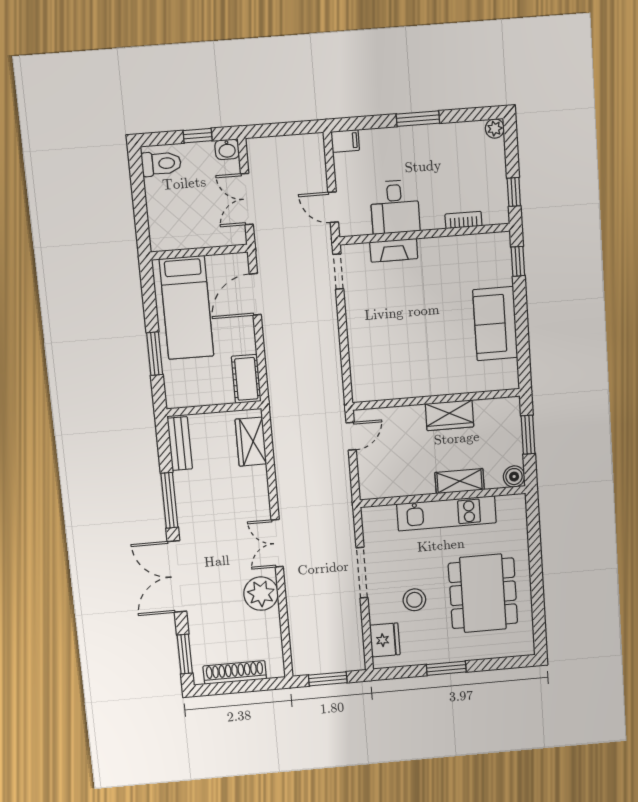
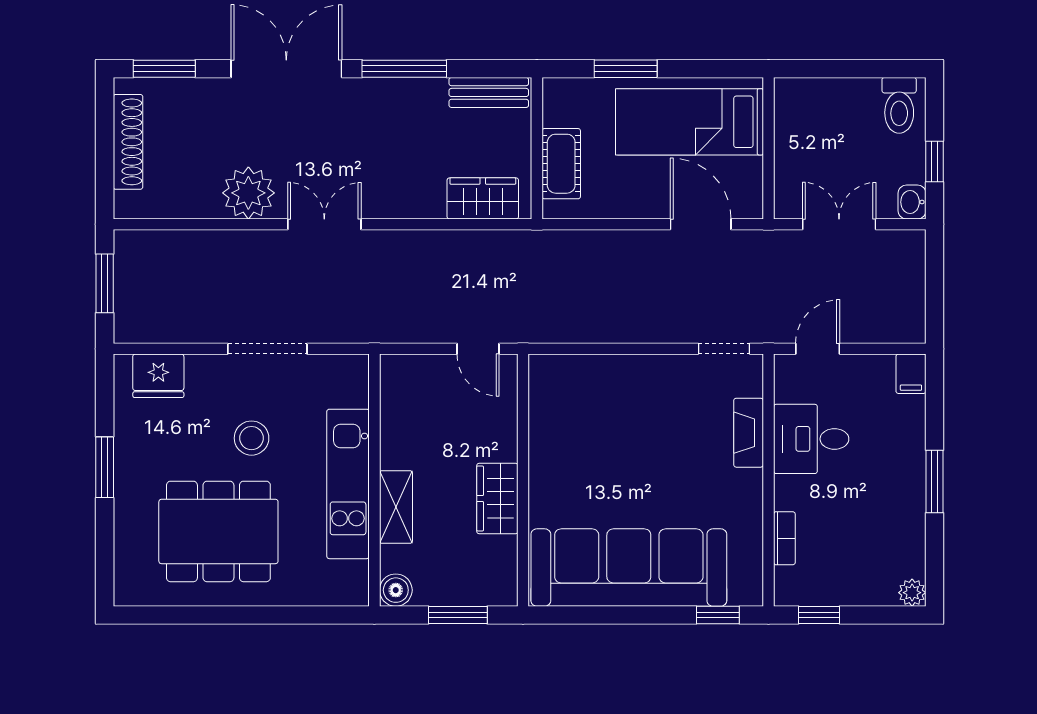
sofa: (495, 324) -> (629, 568), width x1.85, depth x1.27
cot: (246, 379) -> (561, 164), moved, turned 90
stool: (414, 600) -> (252, 438), moved

